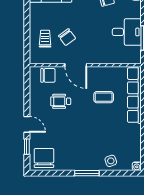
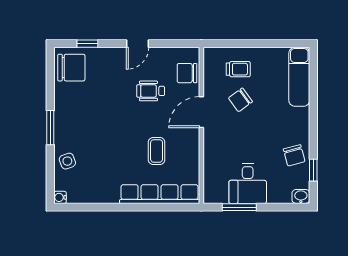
chair: (48, 75) -> (187, 73), turned 90
wheelchair: (61, 101) -> (151, 91), turned -90
door: (27, 124) -> (138, 44), moved

